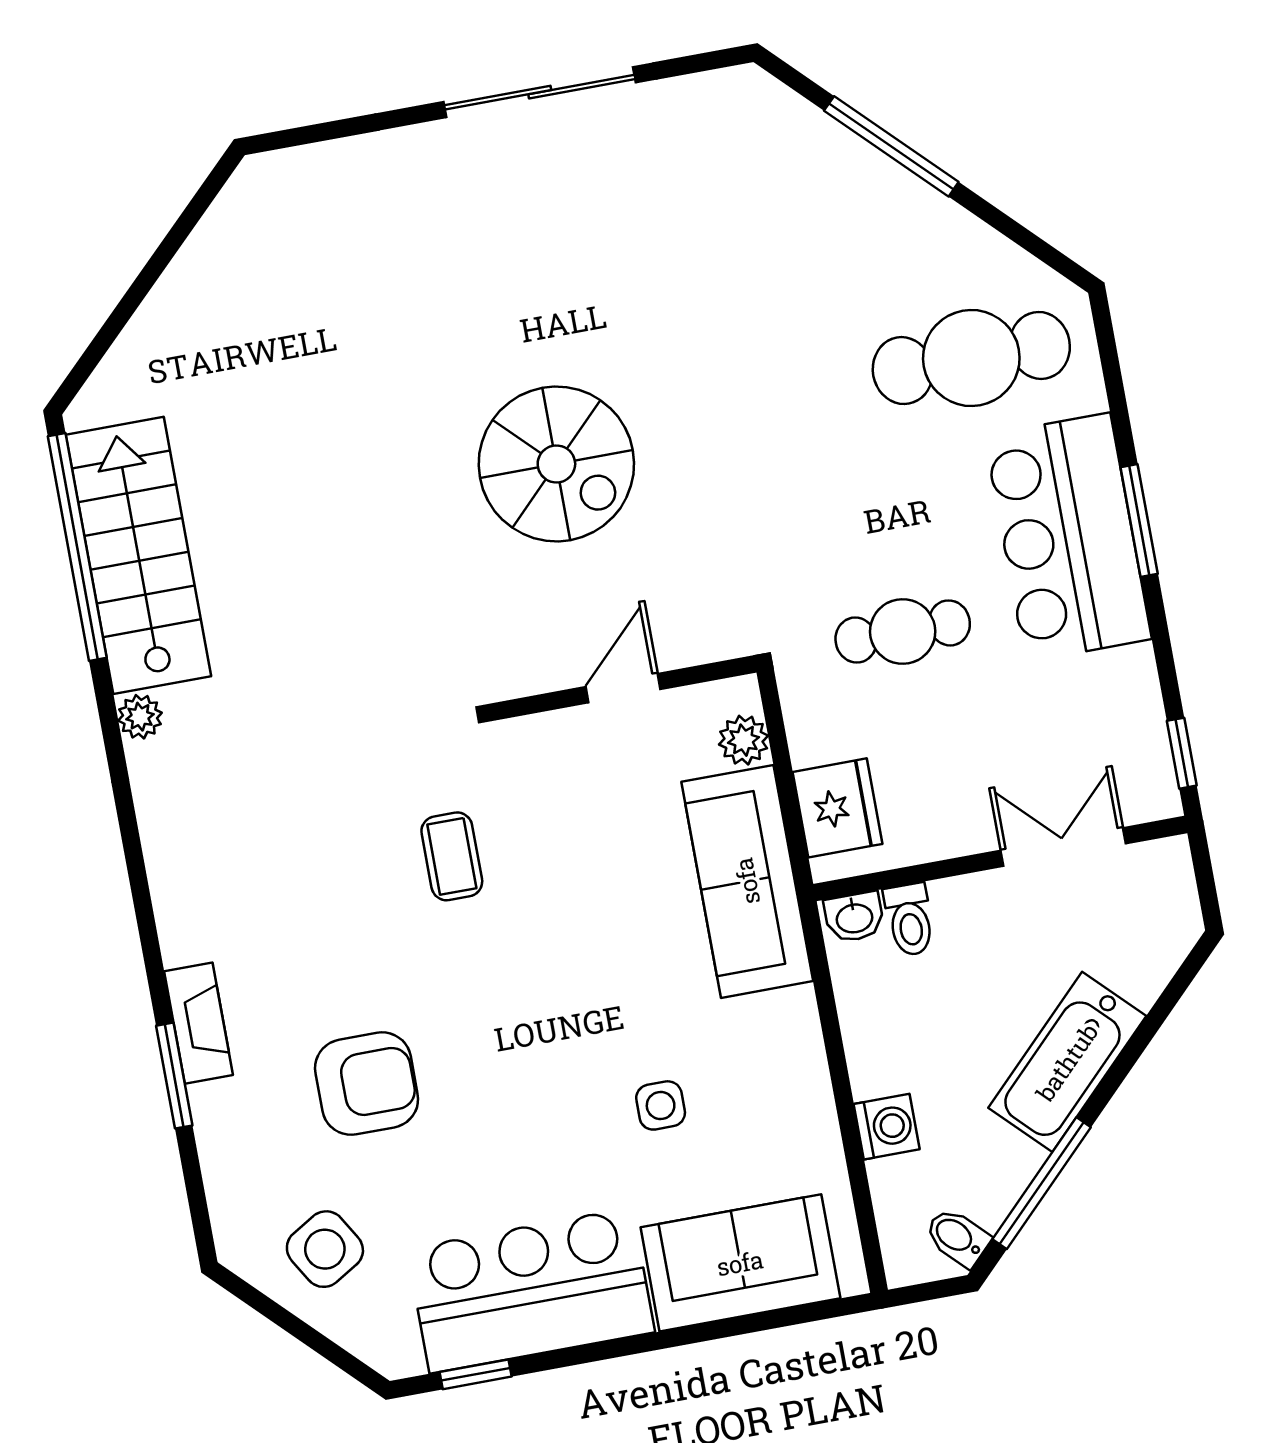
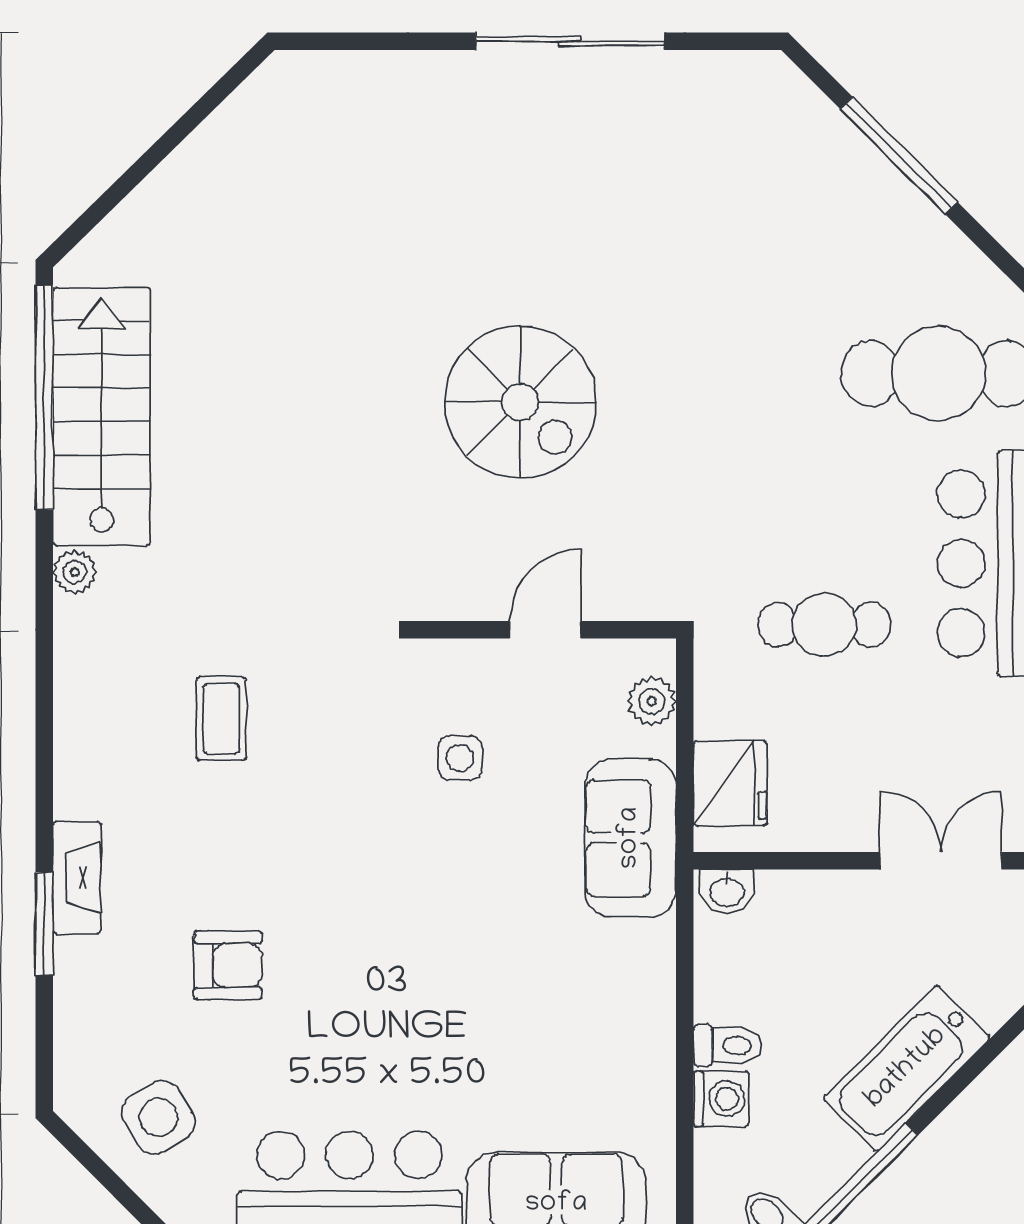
coffee table: (452, 856) -> (221, 719), moved
sofa: (747, 881) -> (630, 838), width x0.73
toilet: (909, 920) -> (728, 1045), moved, turned -90
armchair: (367, 1084) -> (228, 965), width x0.72, depth x0.72
side table: (661, 1105) -> (460, 758), moved

